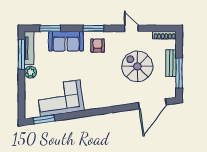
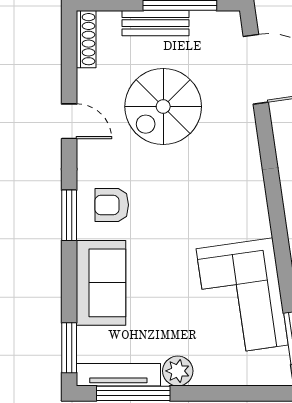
window: (50, 28) -> (69, 348), moved
door: (131, 28) -> (69, 121), swing flipped

